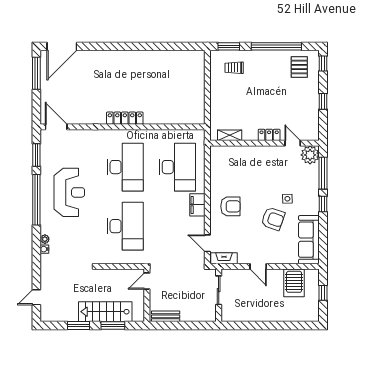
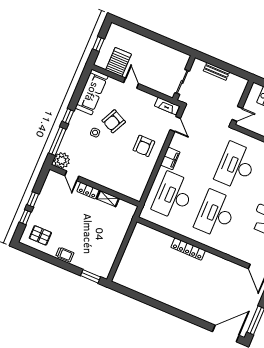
window: (276, 46) -> (52, 260), removed
window: (323, 64) -> (25, 217), moved
pallet: (299, 67) -> (40, 235), turned 90
trolley: (234, 68) -> (65, 254), moved
locker: (125, 118) -> (188, 249), moved
shelving: (230, 135) -> (108, 199), moved
armchair: (230, 206) -> (144, 146), turned -90
armchair: (273, 219) -> (114, 121), turned -83
door: (258, 266) -> (131, 83), moved
bench: (166, 316) -> (216, 71), moved

